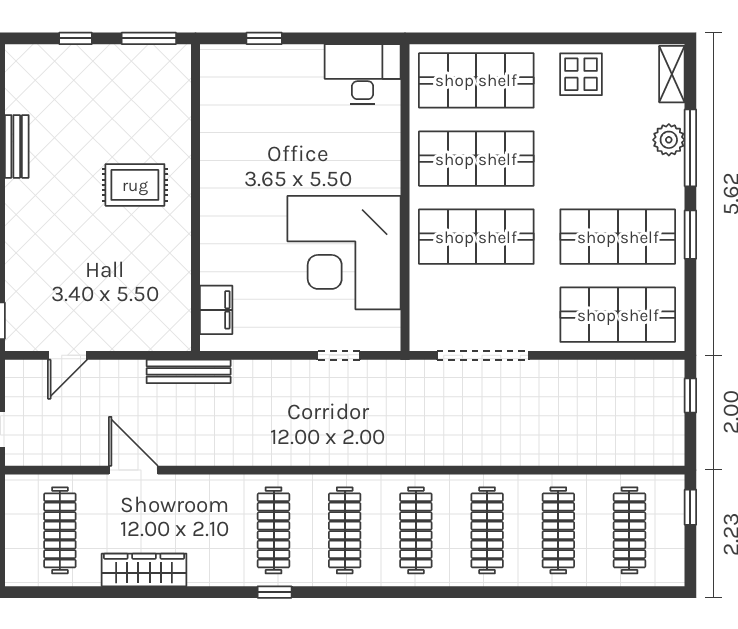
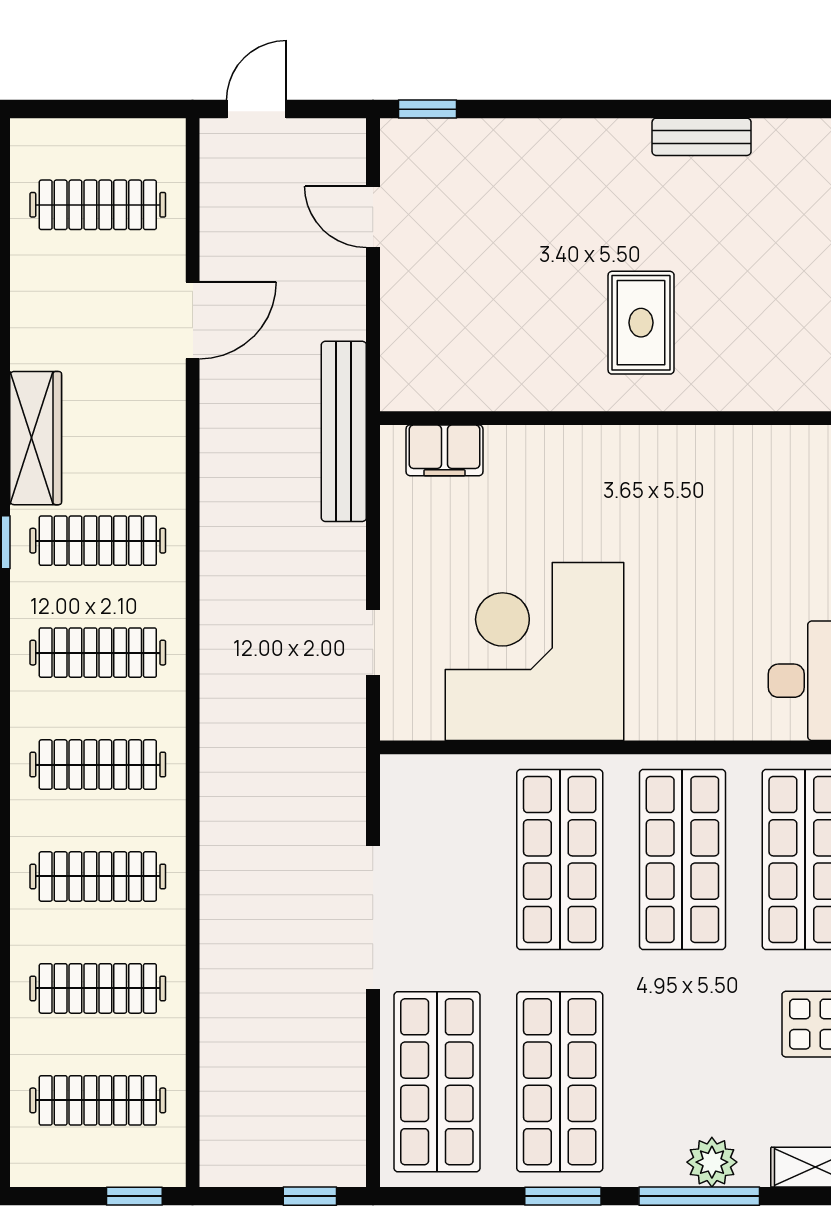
doorway: (483, 355) -> (373, 918), moved
bench: (189, 371) -> (344, 431), width x1.37, depth x1.21
wardrobe: (144, 570) -> (36, 438), moved

